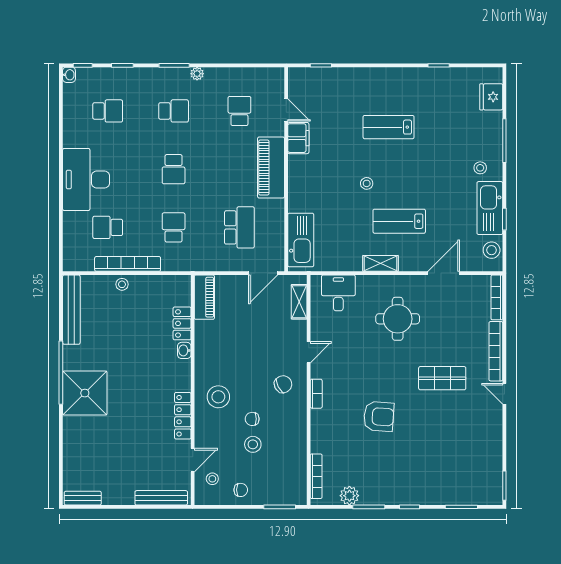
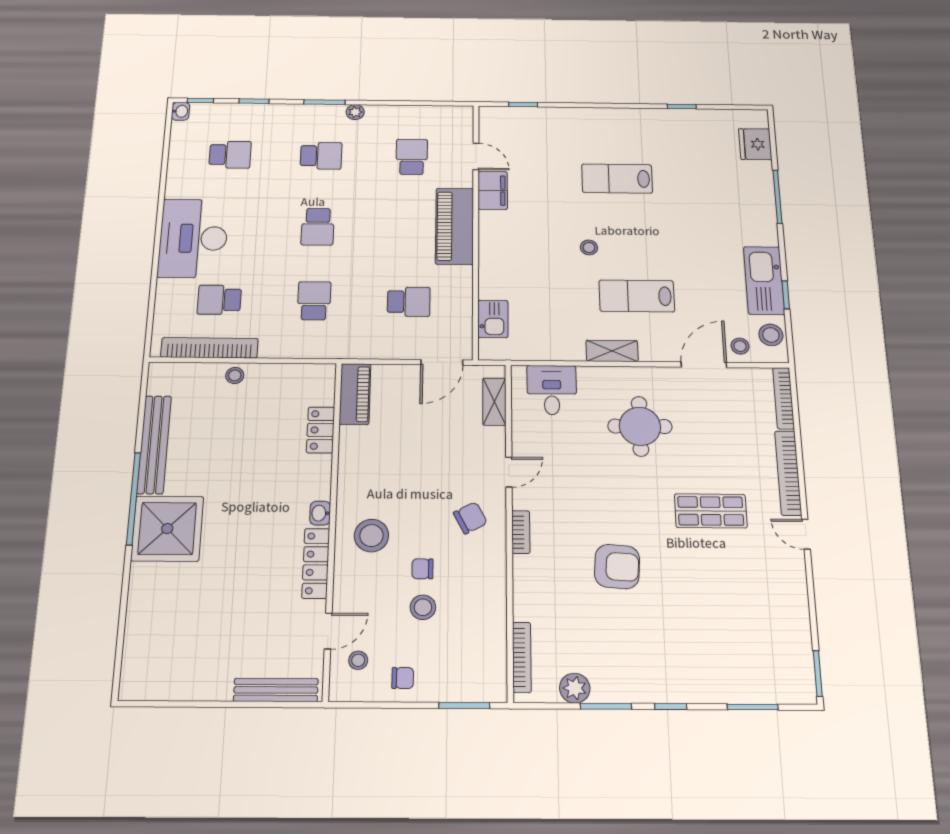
stool: (480, 168) -> (740, 346), moved
school desk: (239, 227) -> (409, 302), width x0.54
kitchen sink: (301, 240) -> (493, 319), width x0.53, depth x0.81
bookcase: (128, 264) -> (209, 348), moved
bench: (71, 310) -> (154, 444), moved
washbasin: (184, 350) -> (320, 513), moved
bench: (83, 498) -> (150, 690), removed

